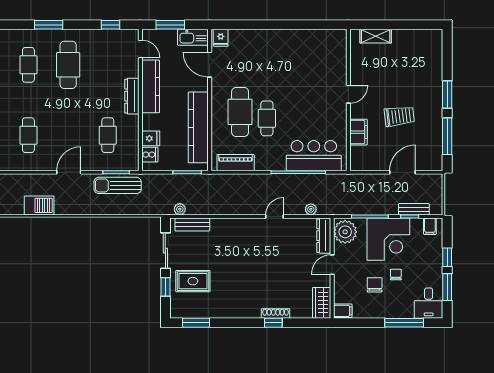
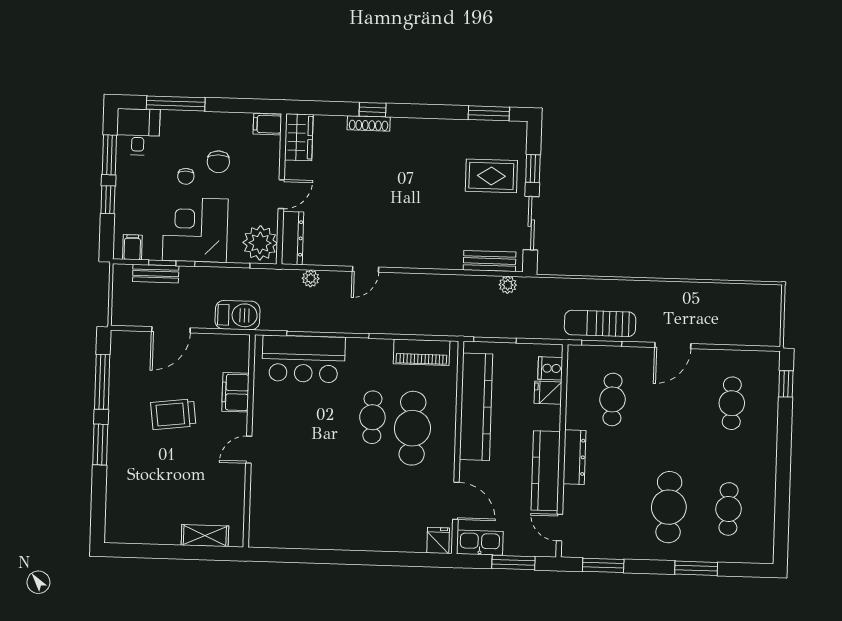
window: (110, 25) -> (603, 565), width x1.50
sun lounger: (118, 185) -> (600, 323), turned 180
barbecue: (39, 205) -> (237, 315), moved, turned 180

